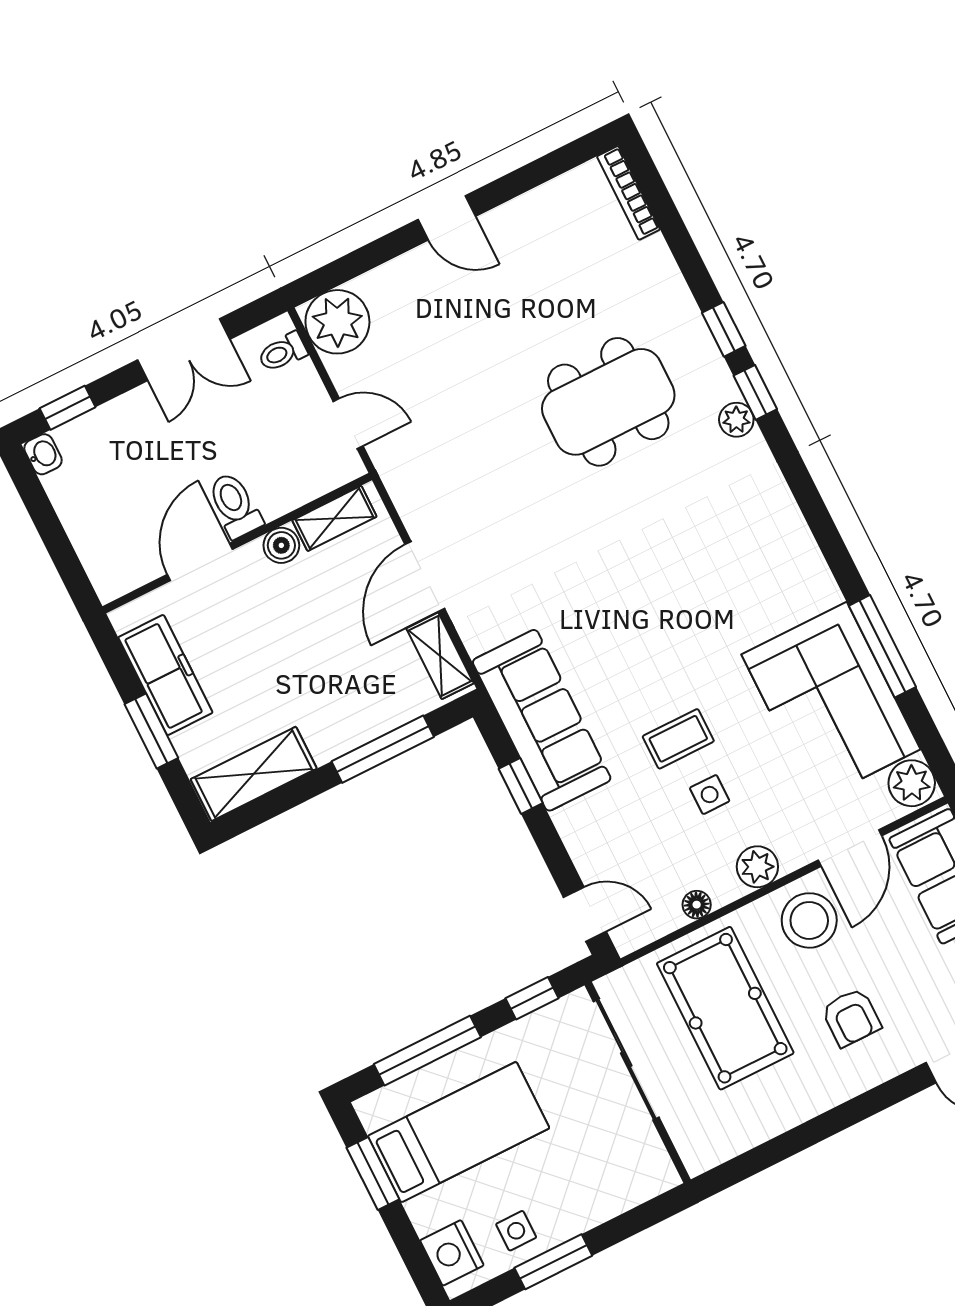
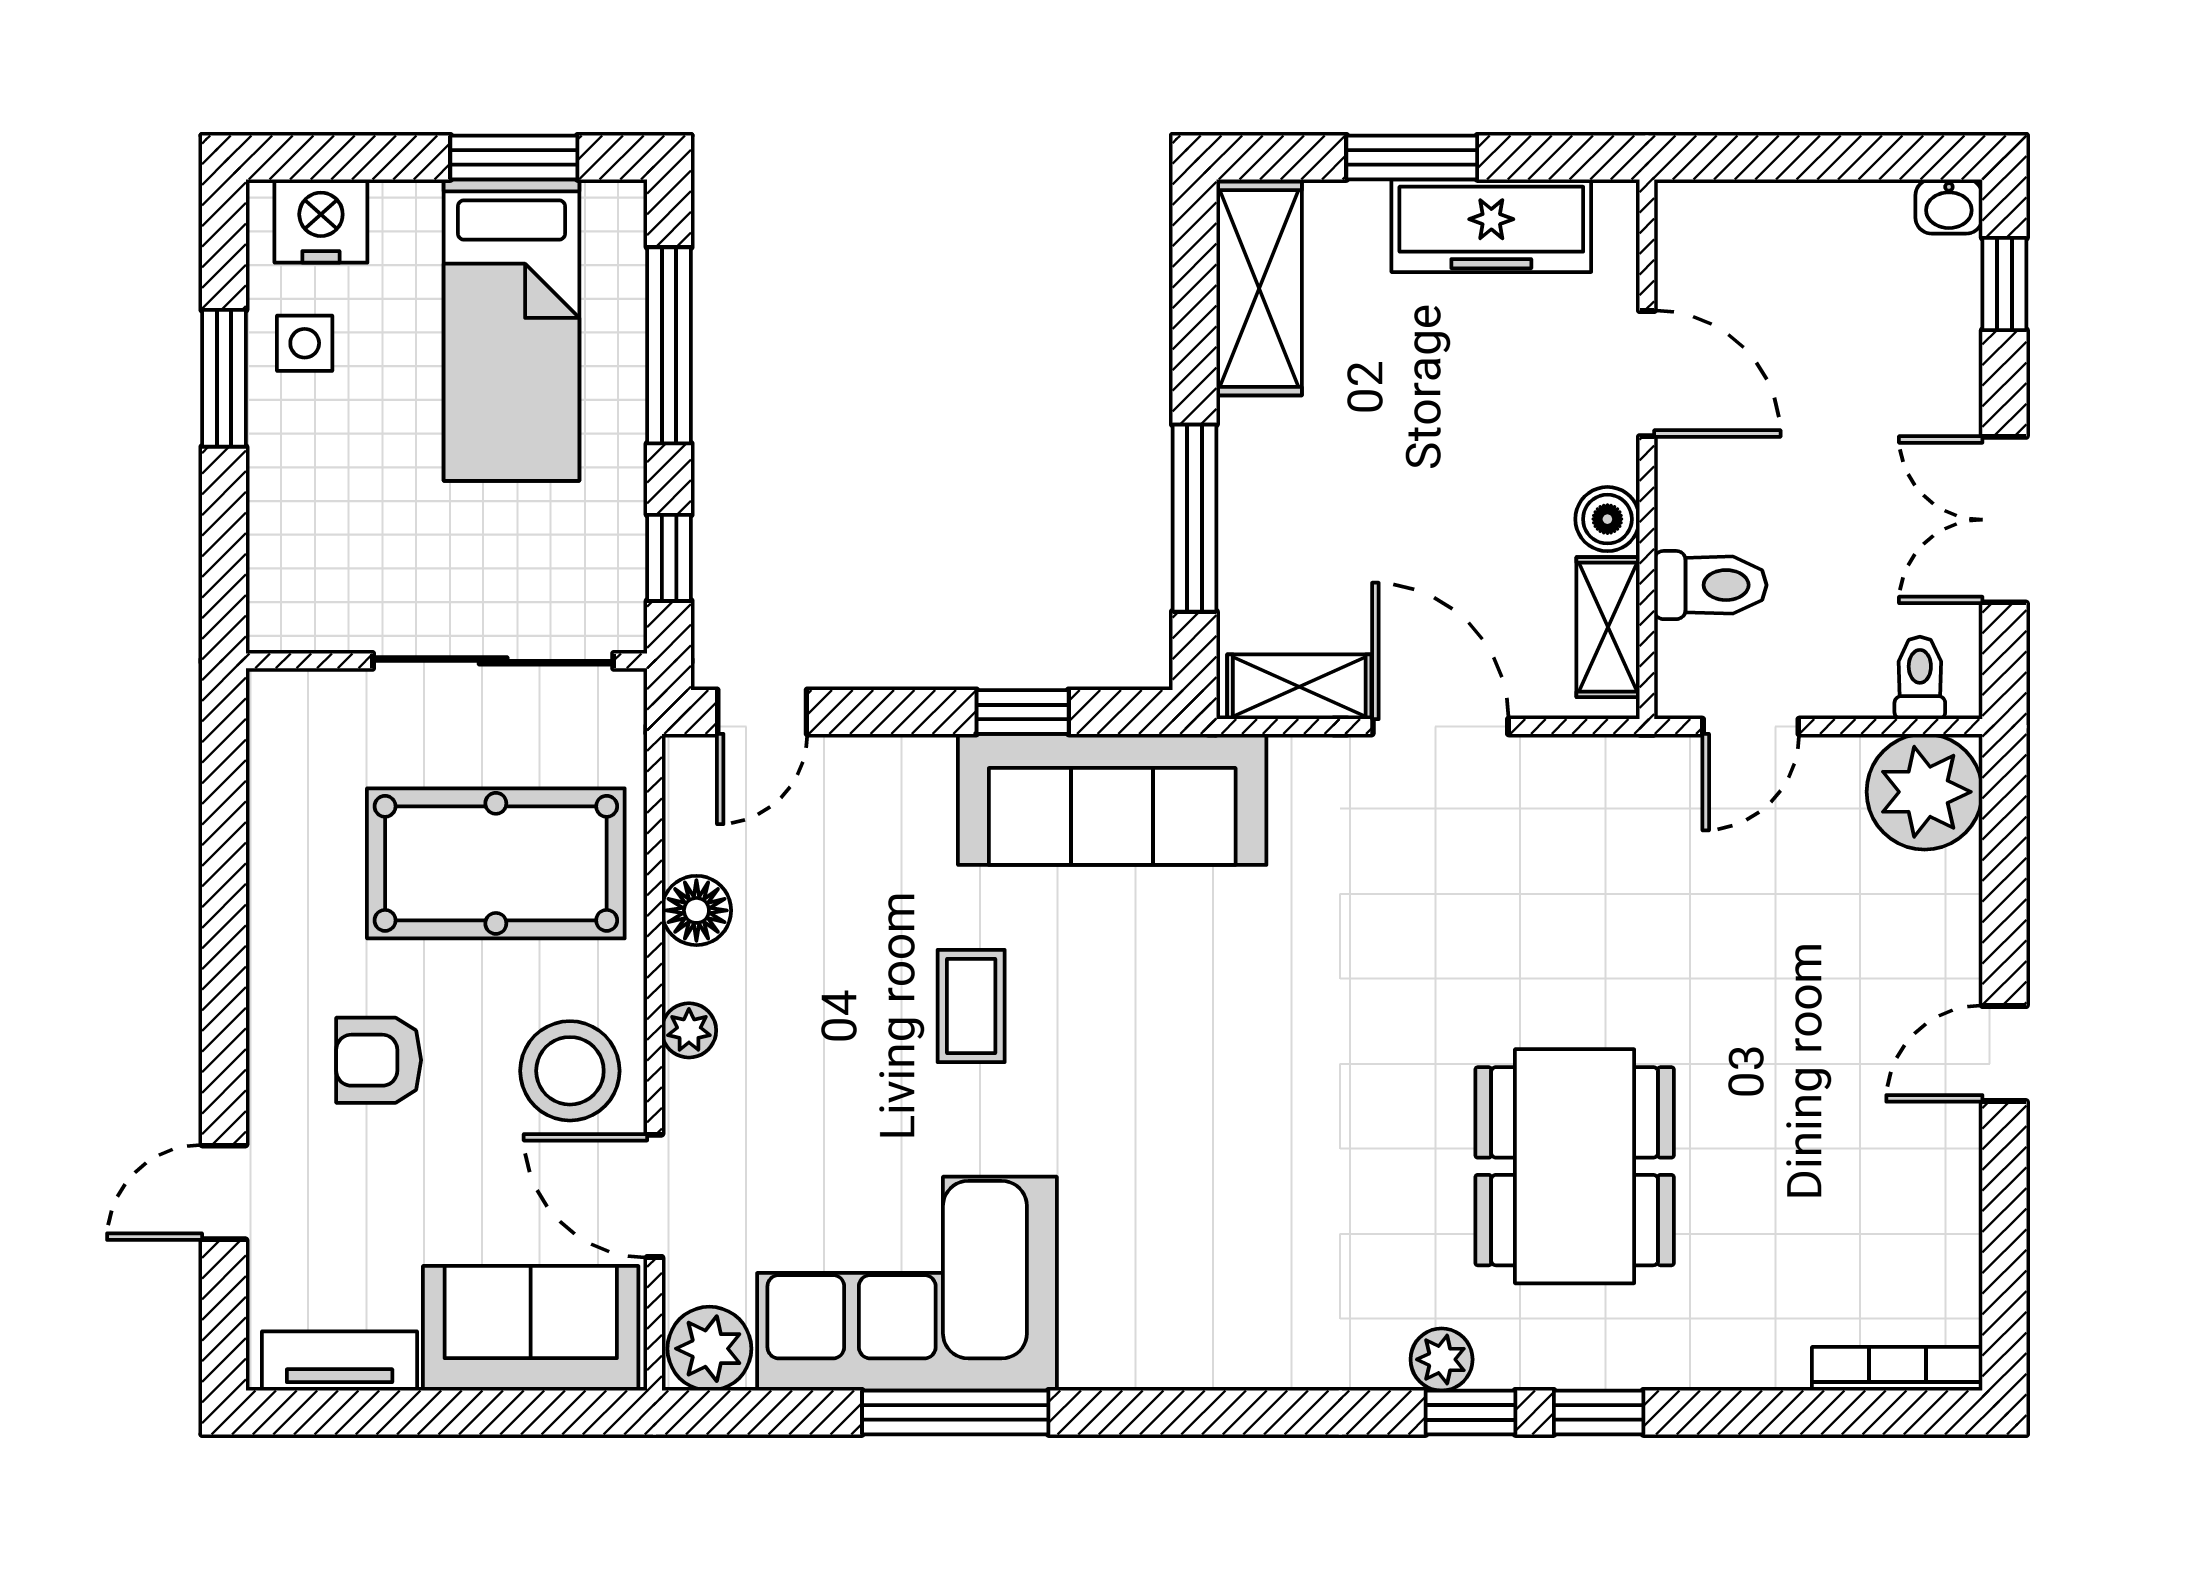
toilet: (235, 505) -> (1710, 585), moved
side table: (710, 795) -> (855, 1012), removed
plant: (757, 867) -> (689, 1030), width x0.73, depth x0.73
floor lamp: (697, 905) -> (696, 910), width x1.37, depth x1.37

